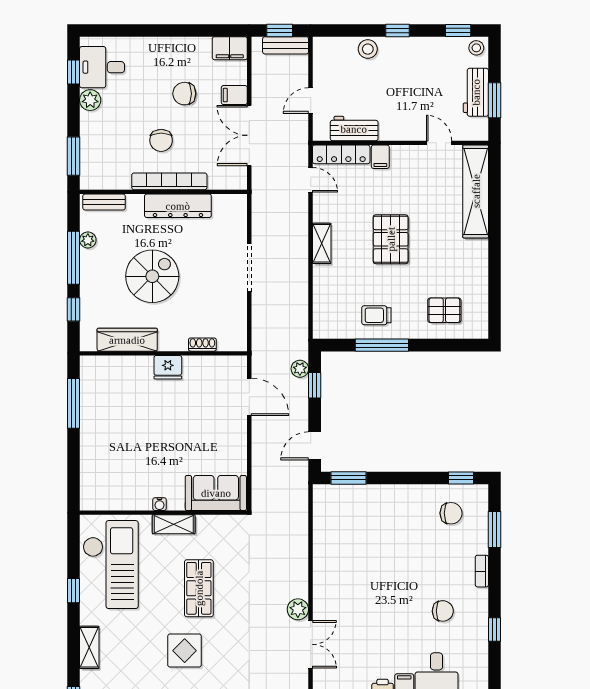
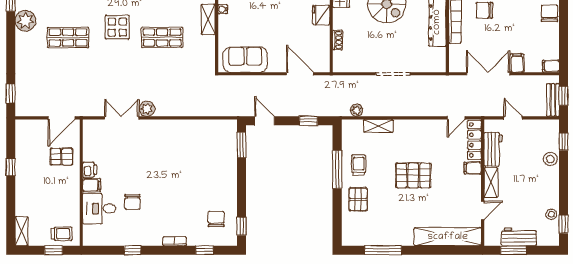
window: (398, 30) -> (564, 142), moved
filing cabinet: (230, 48) -> (551, 66), width x0.50
stool: (476, 48) -> (551, 214), moved
chair: (184, 94) -> (550, 14), moved
shelving: (400, 131) -> (491, 183), added
shelving: (322, 243) -> (379, 126), moved
window: (494, 281) -> (383, 250), added
pallet: (444, 310) -> (358, 199), moved
plant: (300, 369) -> (357, 110), moved
door: (249, 397) -> (300, 74), swing flipped
sofa: (216, 493) -> (245, 60), moved, turned -90
chair: (451, 513) -> (216, 219), turned 180
window: (494, 529) -> (204, 250), width x0.67
chair: (443, 611) -> (132, 202), moved
double door: (311, 644) -> (122, 118), swing flipped

